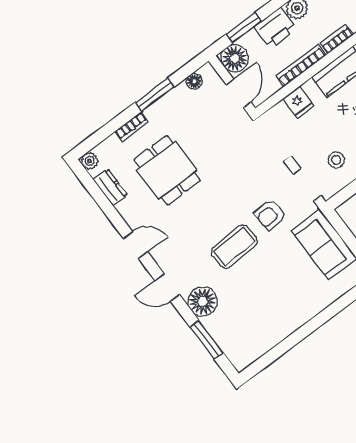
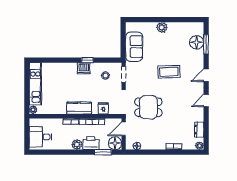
window: (155, 95) -> (156, 152), removed
dining table: (167, 170) -> (148, 107), moved, turned 90
armchair: (270, 215) -> (146, 74), removed
door: (135, 245) -> (206, 101), hinge flipped
door: (167, 288) -> (206, 75), swing flipped
floor lamp: (203, 301) -> (197, 42), moved
plant: (302, 312) -> (162, 27), added

